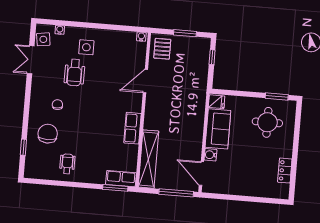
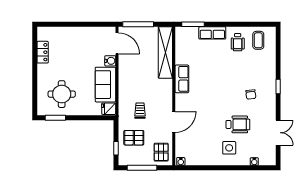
window: (185, 33) -> (142, 168), width x1.44
side table: (43, 39) -> (268, 152), removed
pallet: (191, 67) -> (134, 138), added
wheelchair: (75, 72) -> (238, 124), turned 90
trolley: (182, 97) -> (140, 111), added
chair: (48, 134) -> (257, 68), removed
window: (23, 147) -> (278, 86), moved
coffee table: (44, 164) -> (258, 40), added
row of seats: (121, 179) -> (212, 33), moved

